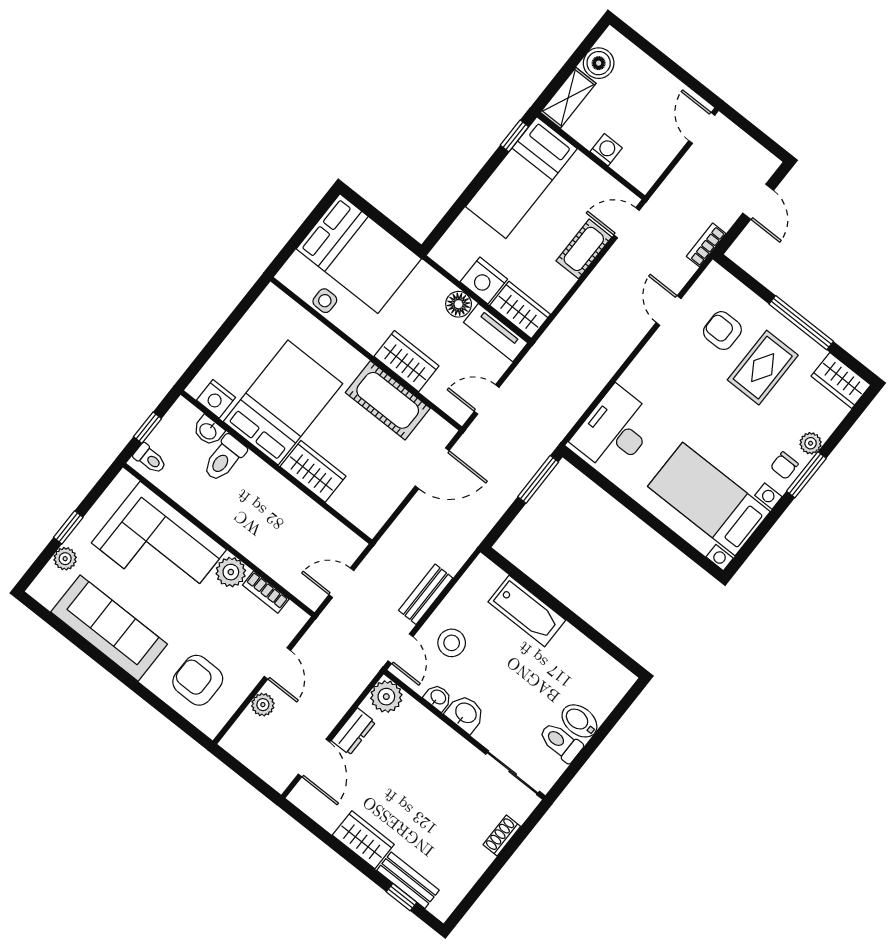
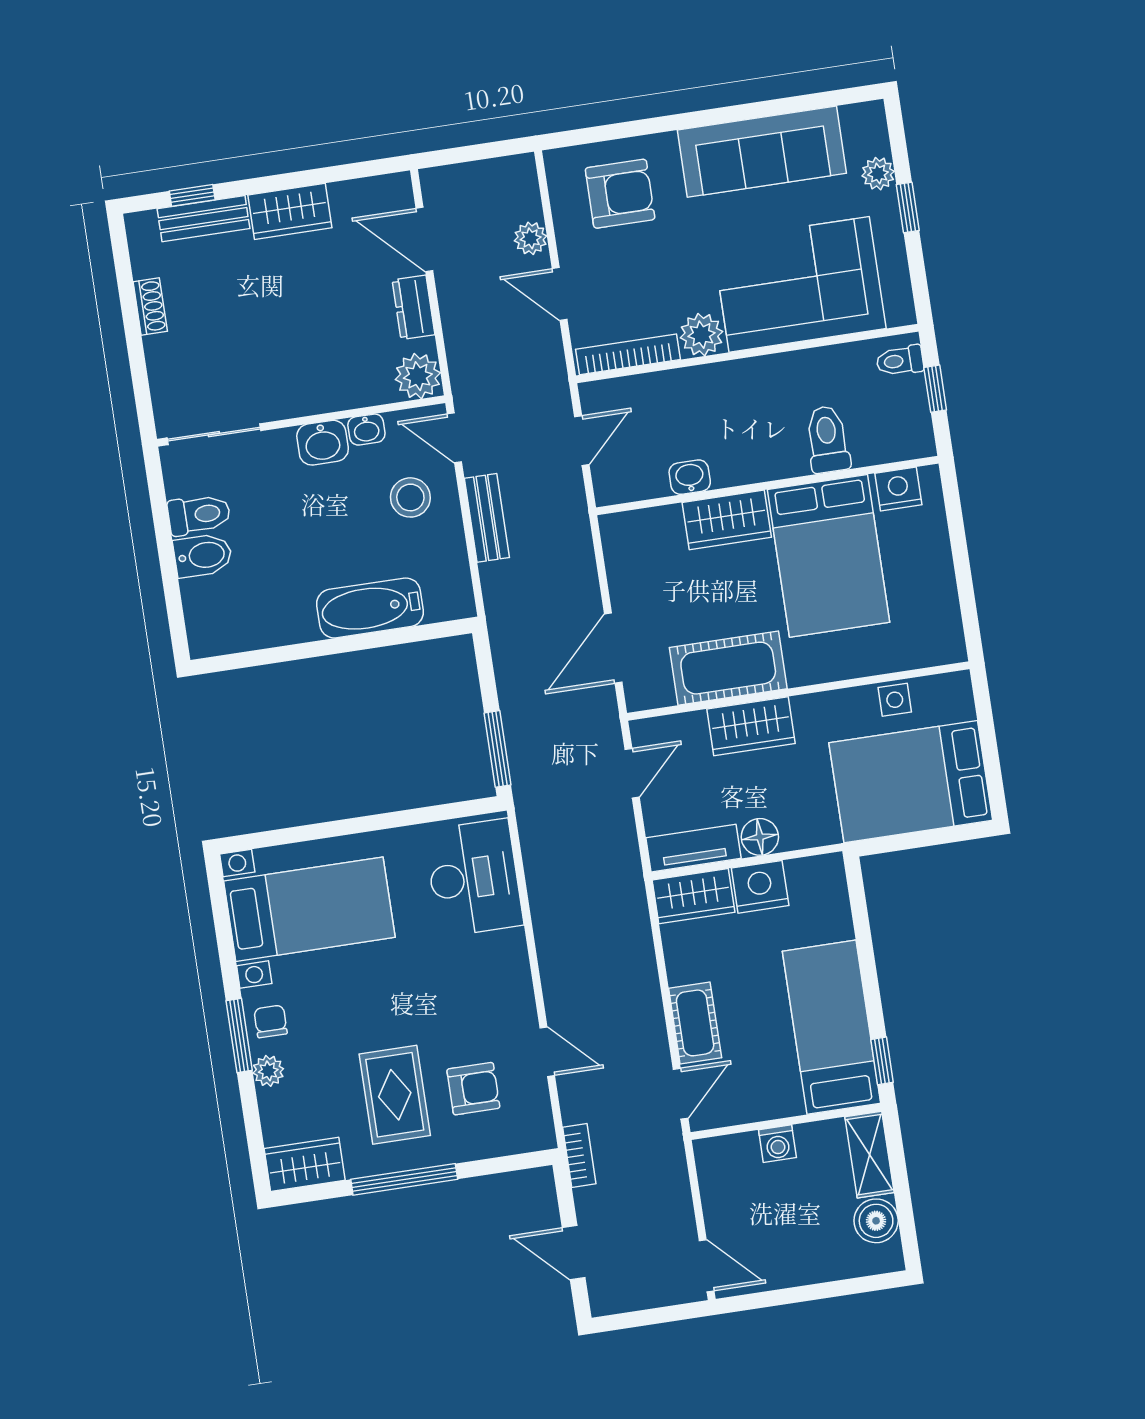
washbasin: (208, 431) -> (690, 477), moved
bookcase: (266, 592) -> (628, 354), width x1.56
shoe rack: (502, 836) -> (150, 306), moved

